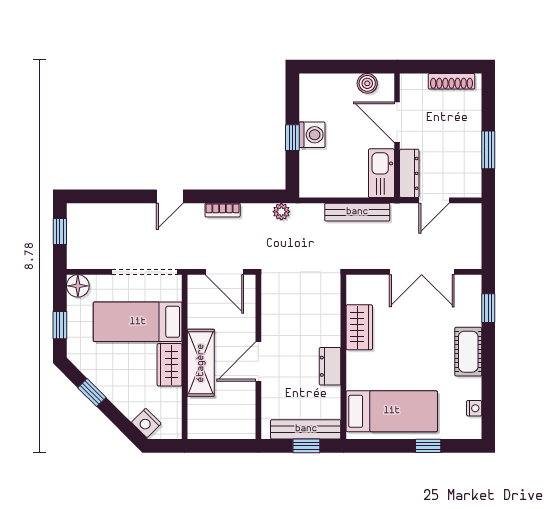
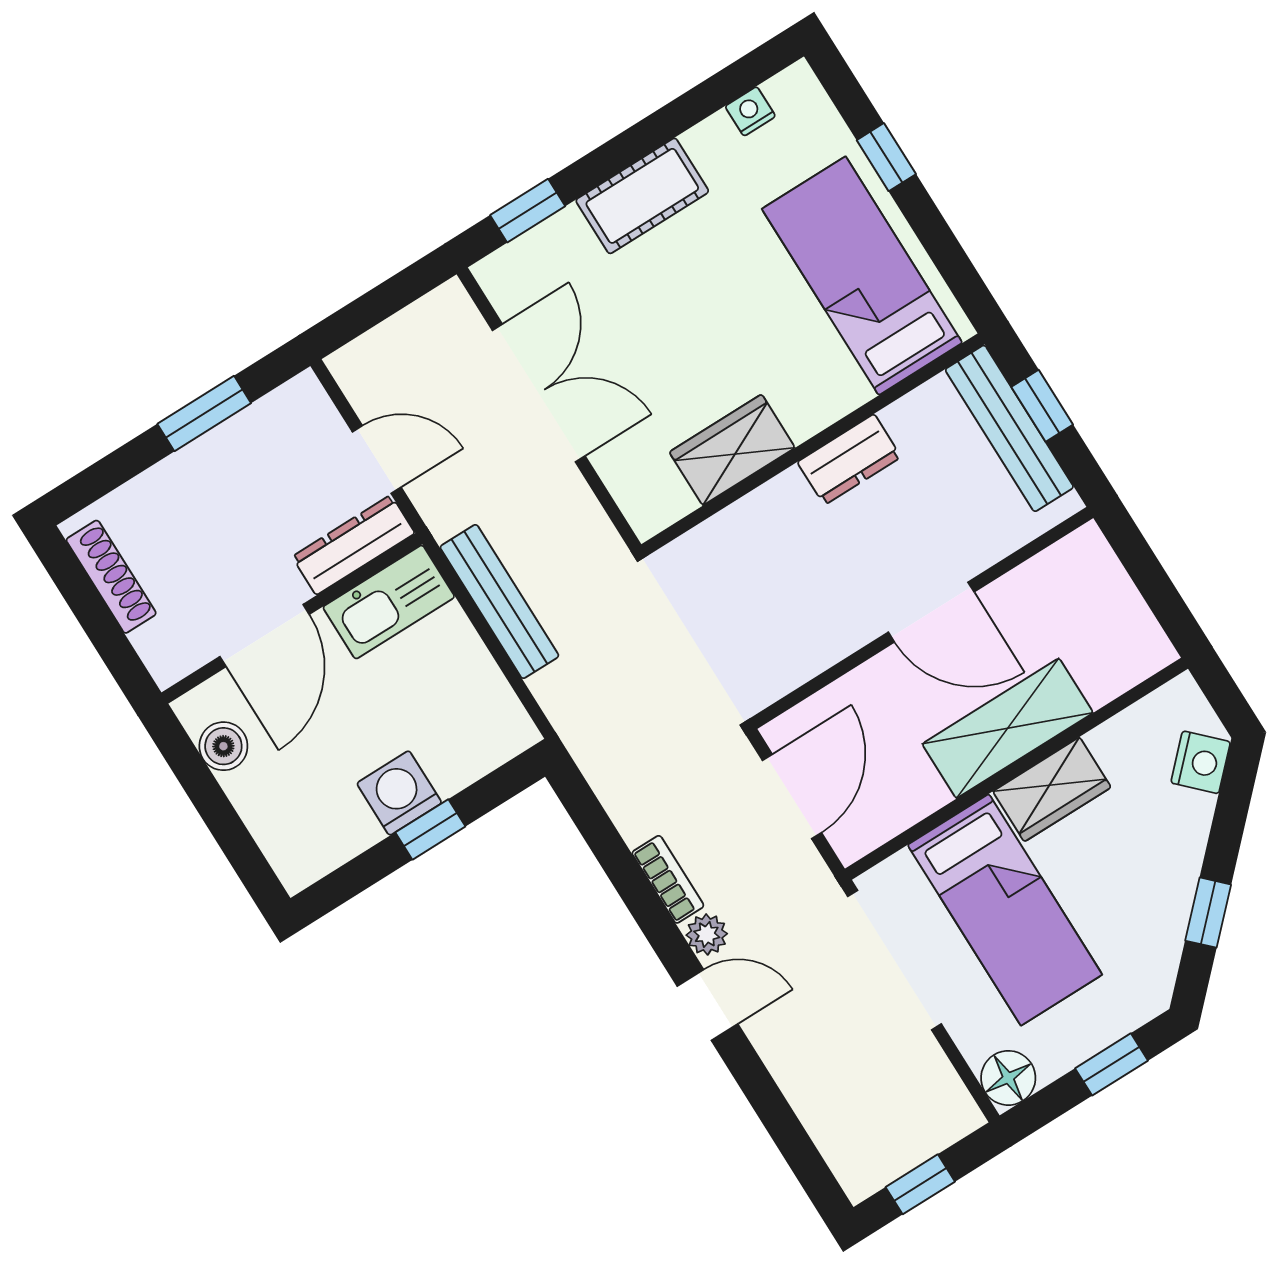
plant: (281, 212) -> (707, 934), moved

